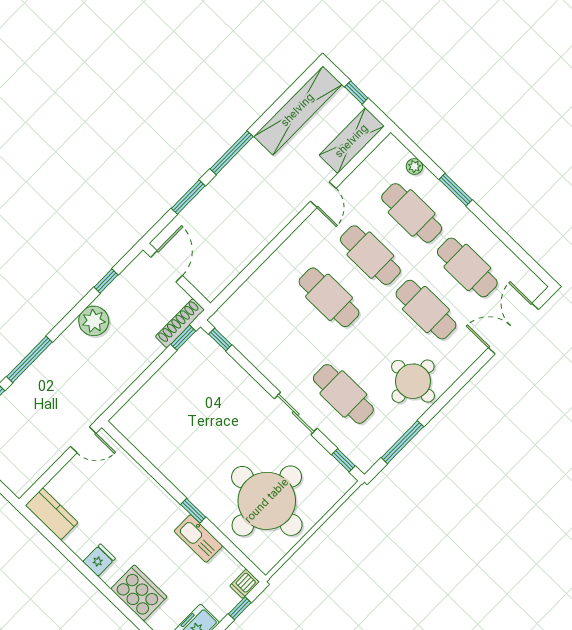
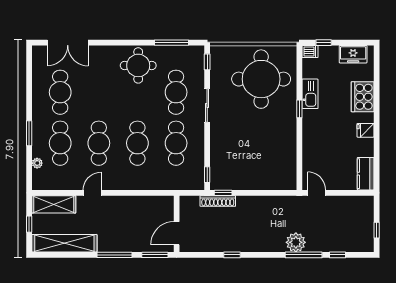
door: (167, 266) -> (177, 233), moved
wall: (177, 276) -> (177, 224), moved
cafe table: (426, 310) -> (176, 143), moved
plant: (94, 321) -> (296, 242), moved

